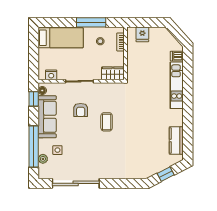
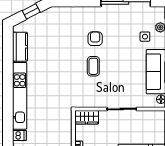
nightstand: (51, 75) -> (152, 116), removed
kitchen unit: (177, 85) -> (20, 96), width x1.36
armchair: (81, 110) -> (95, 39), moved

